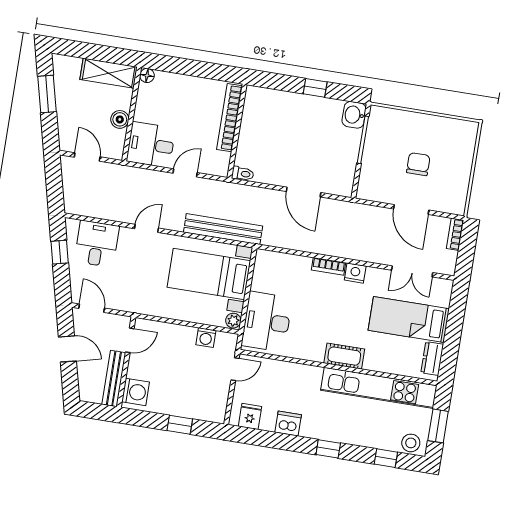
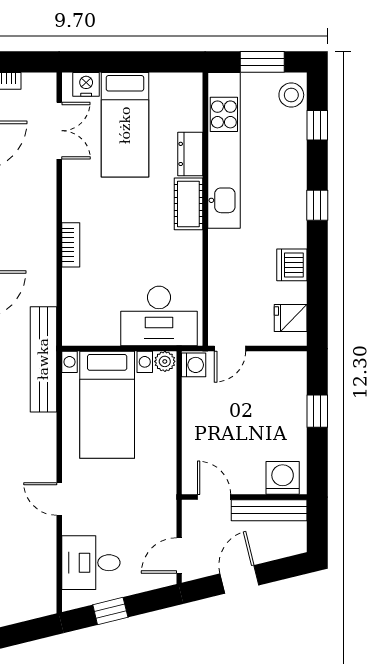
bench: (223, 229) -> (43, 359), moved
nightstand: (355, 273) -> (86, 84), moved, turned 90
washing machine: (206, 338) -> (194, 365), moved
dresser: (432, 359) -> (190, 154), moved, turned 90
door: (235, 369) -> (230, 349), swing flipped

